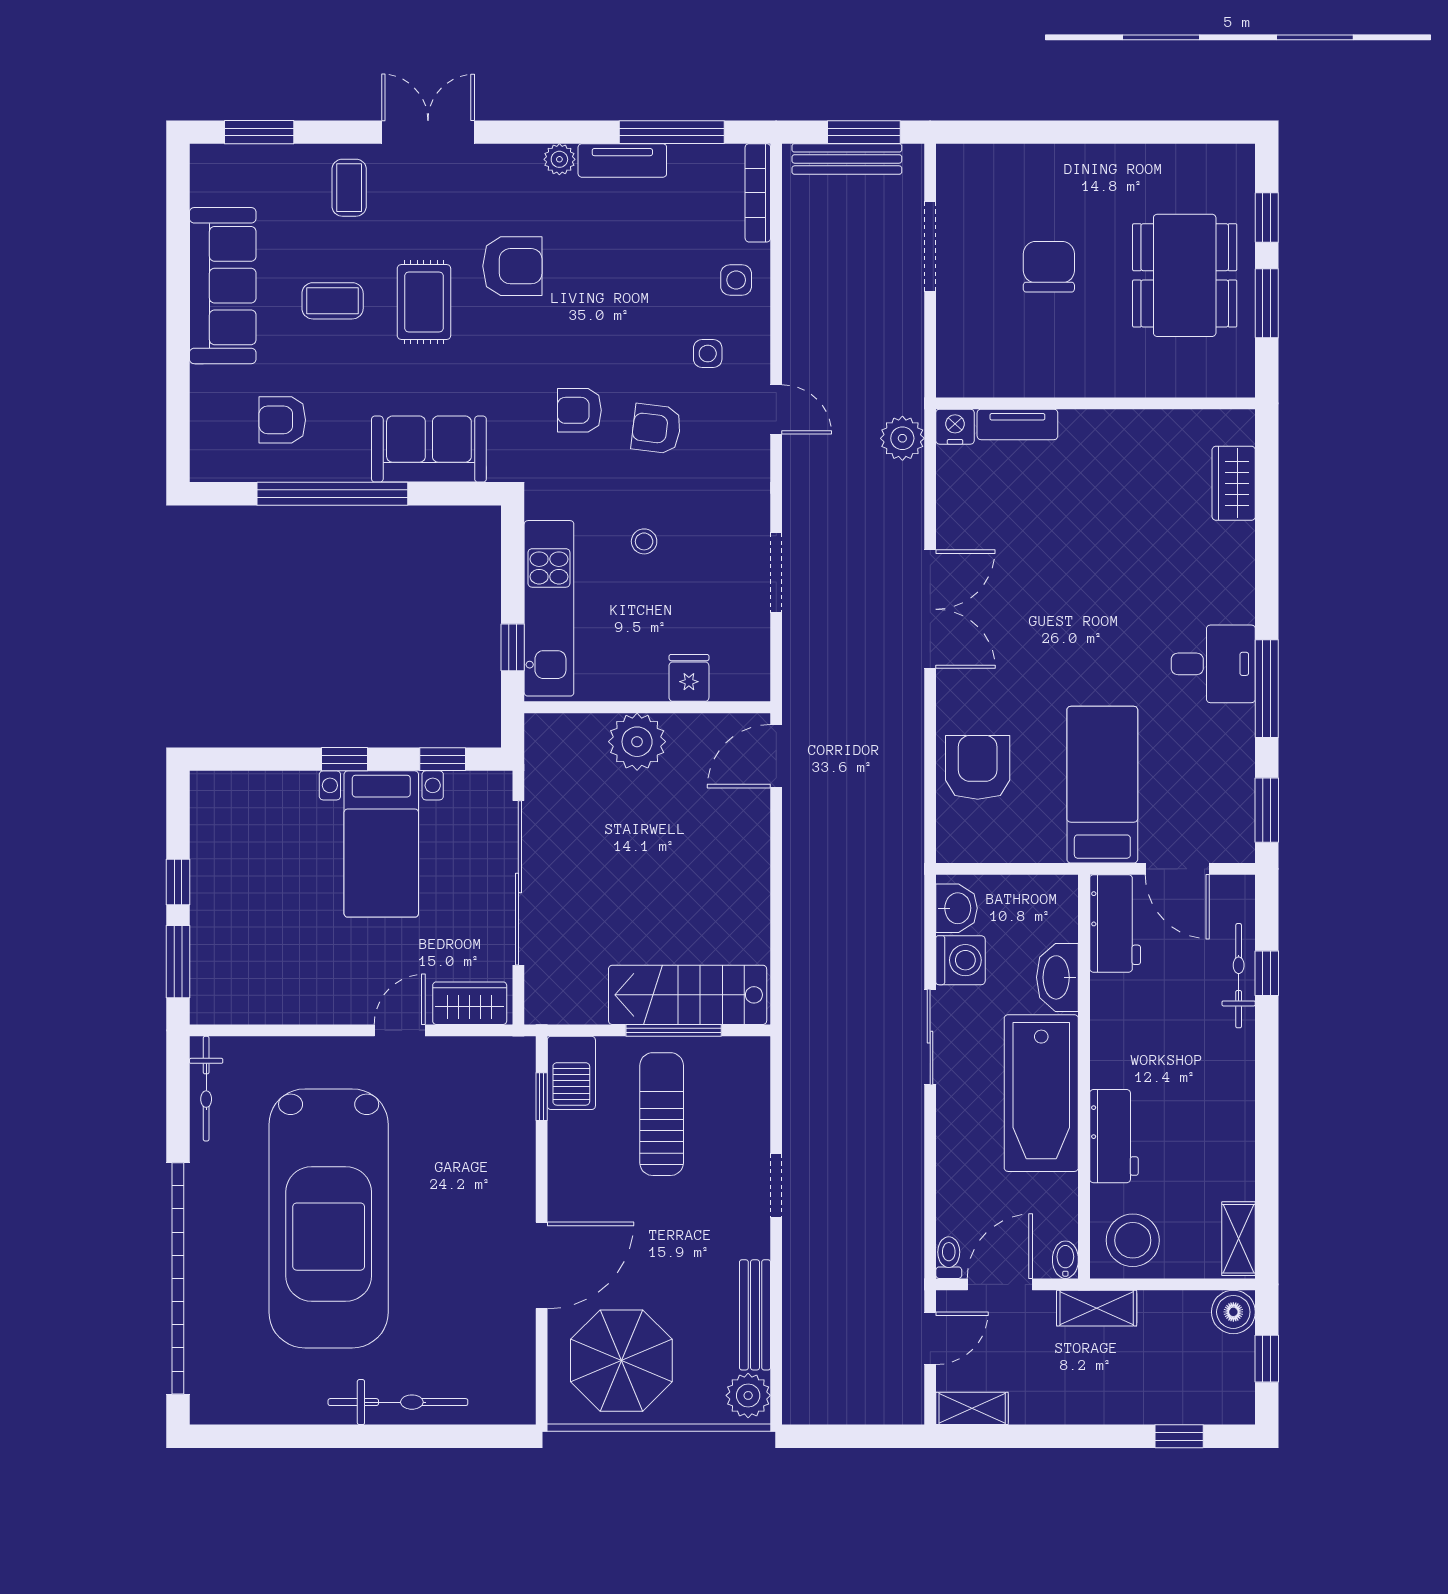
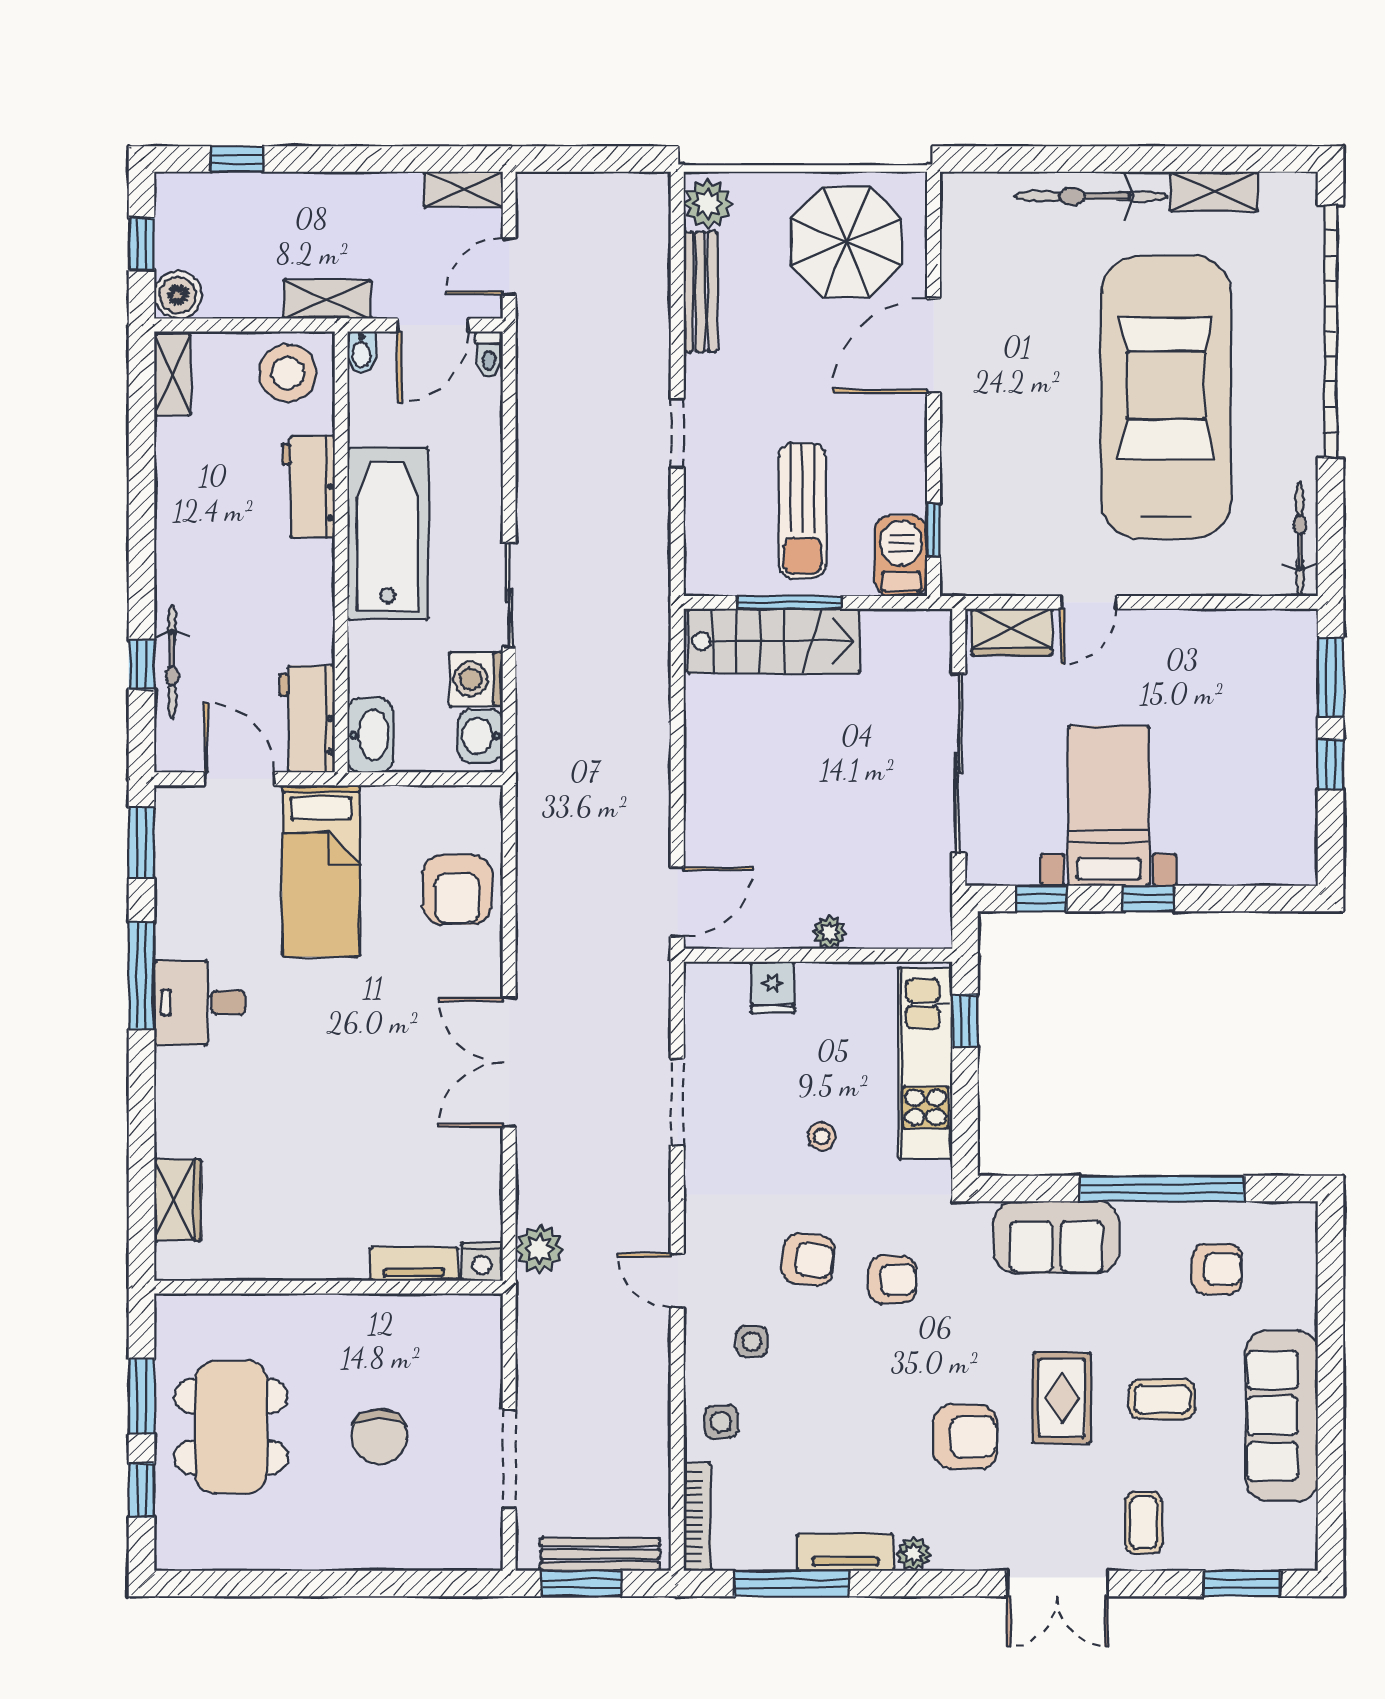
armchair: (512, 266) -> (965, 1437), turned 180
plant: (637, 742) -> (829, 932), width x0.53, depth x0.53
washbasin: (1057, 977) -> (370, 735), moved
shelving: (285, 1407) -> (1214, 191), added

